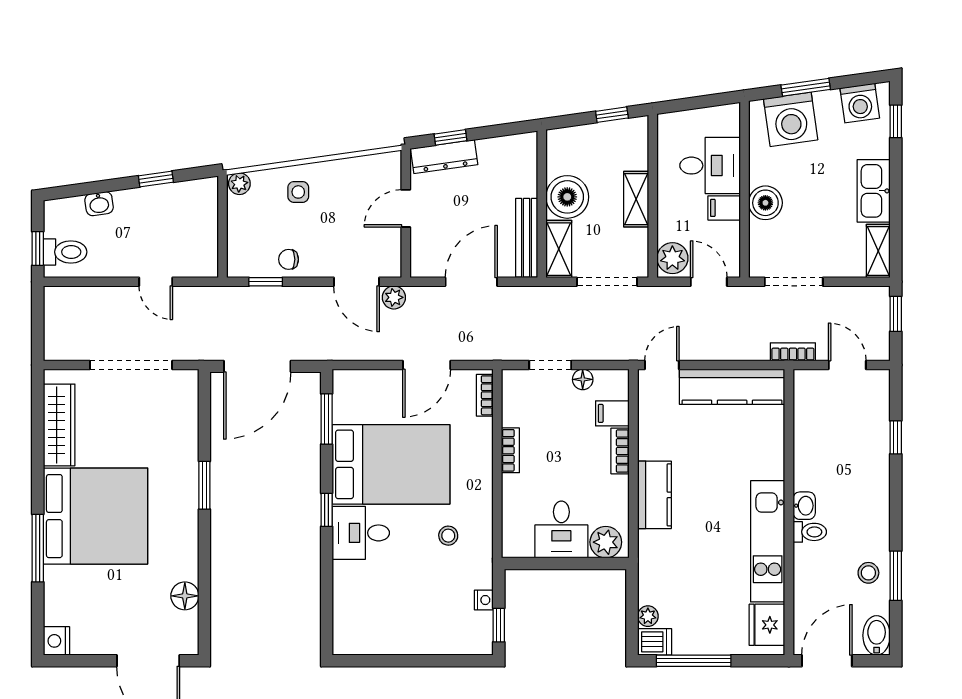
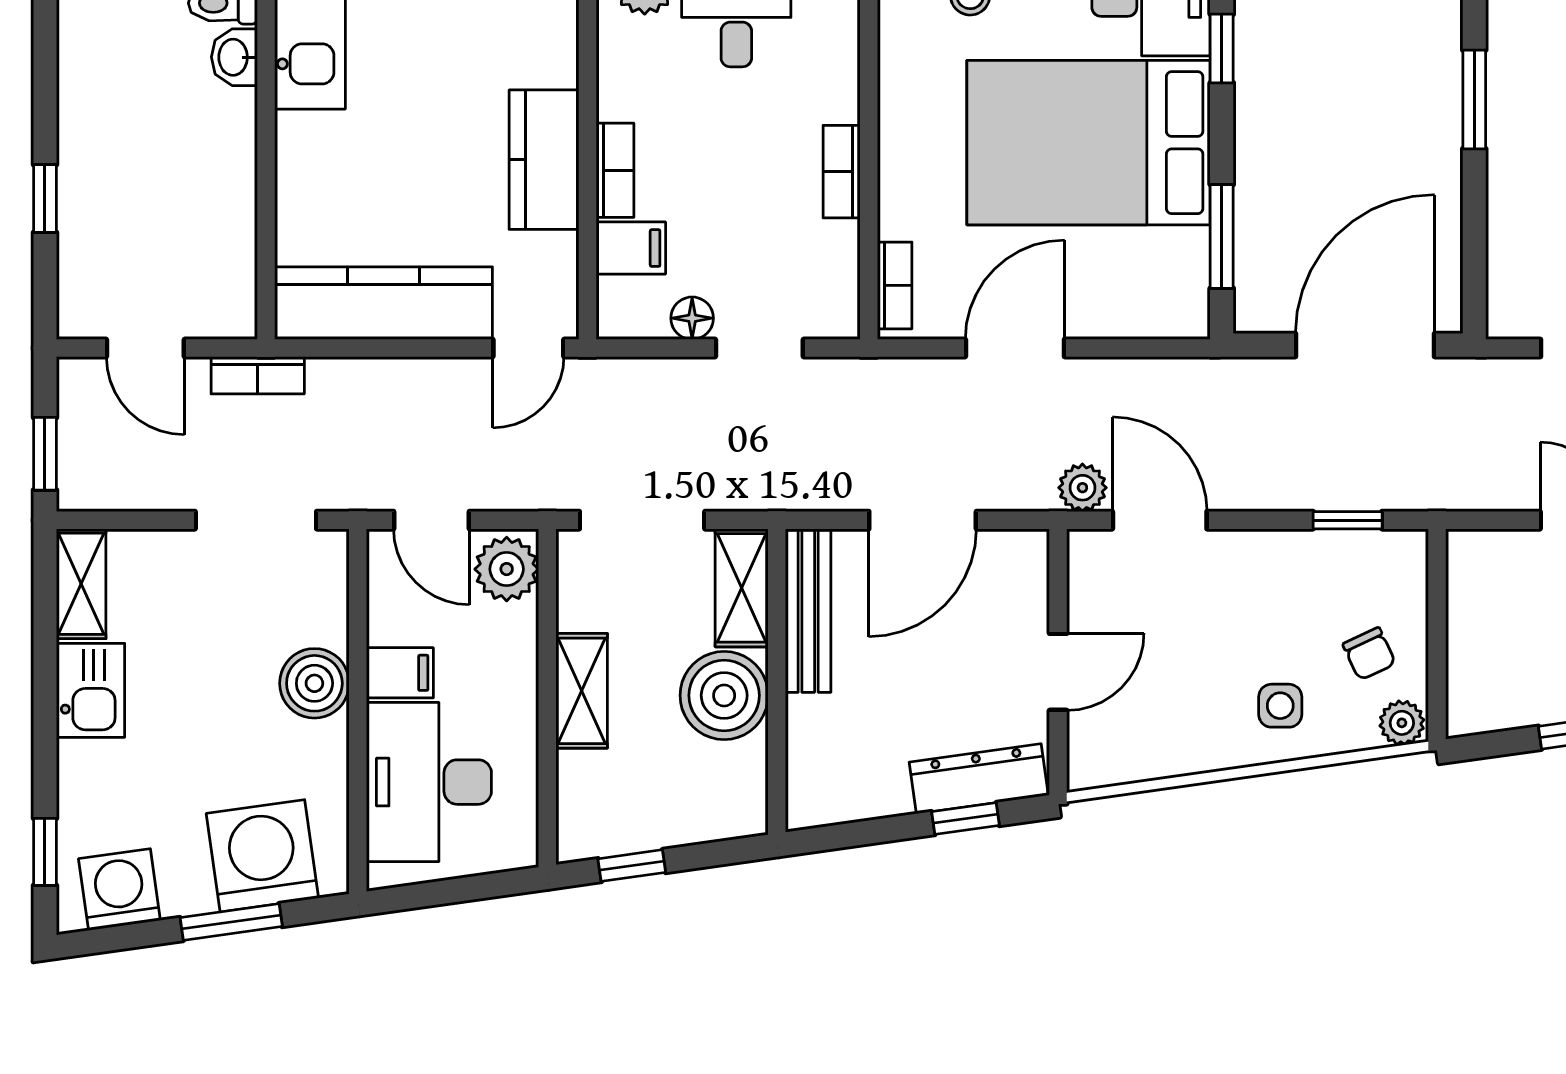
desk: (710, 166) -> (429, 782), width x1.37
kitchen sink: (874, 191) -> (91, 690), width x0.73
chair: (289, 259) -> (1369, 654), moved, turned 65
kitchen counter: (654, 495) -> (544, 160), moved

